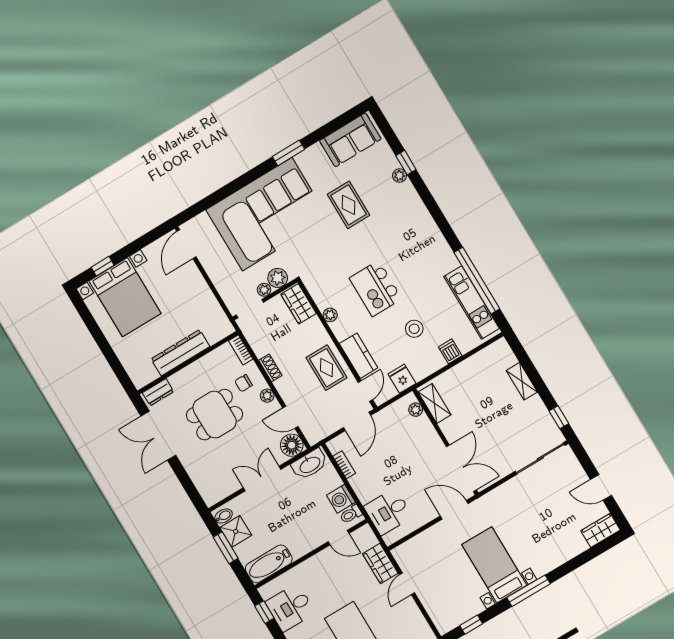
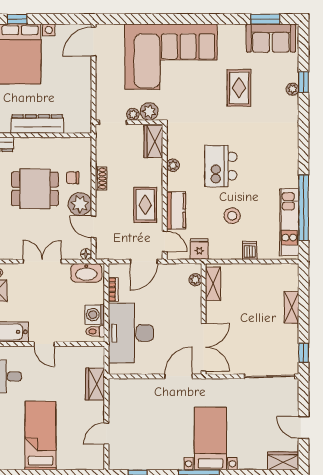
window: (289, 153) -> (265, 19), moved
bookcase: (241, 350) -> (86, 150), removed
door: (365, 391) -> (165, 241), hinge flipped
plant: (267, 396) -> (80, 204), width x1.88, depth x1.88
floor lamp: (292, 445) -> (86, 254), width x0.53, depth x0.53
door: (454, 510) -> (178, 376), hinge flipped
desk: (388, 512) -> (131, 333), width x1.87, depth x1.30
door: (338, 538) -> (44, 344), moved
bed with nightstands: (494, 565) -> (210, 439), moved
door: (407, 584) -> (106, 434), moved

